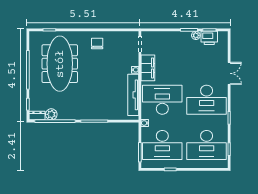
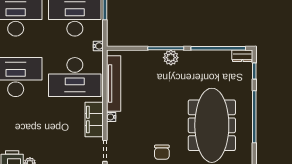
plant: (51, 114) -> (171, 58), moved

